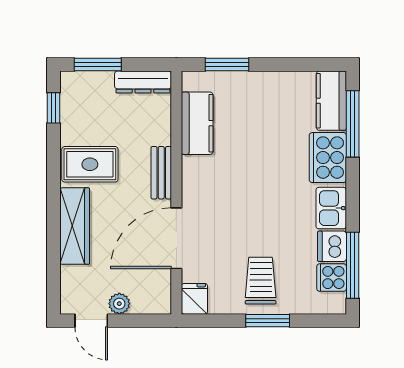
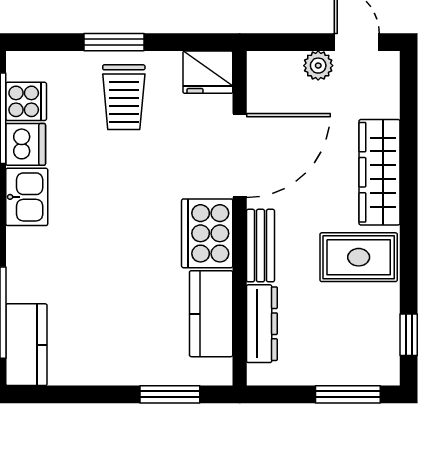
dresser: (143, 82) -> (262, 324), moved, turned 90
cooker: (328, 158) -> (207, 233), moved, turned 180
fridge: (194, 299) -> (208, 72), width x1.38

